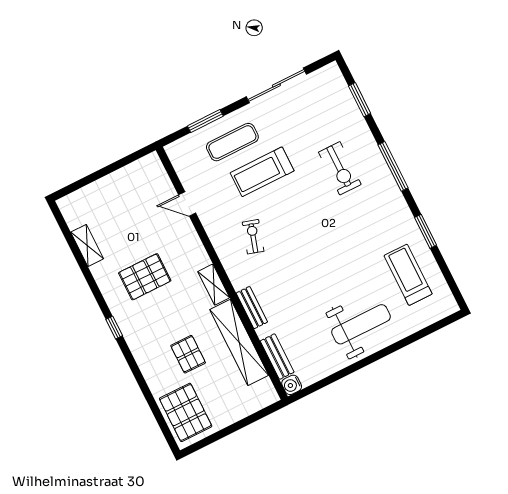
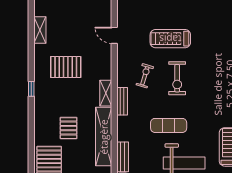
exercise mat: (232, 142) -> (169, 125), moved
exercise bike: (340, 168) -> (177, 78), moved
bench: (252, 308) -> (122, 101), moved

